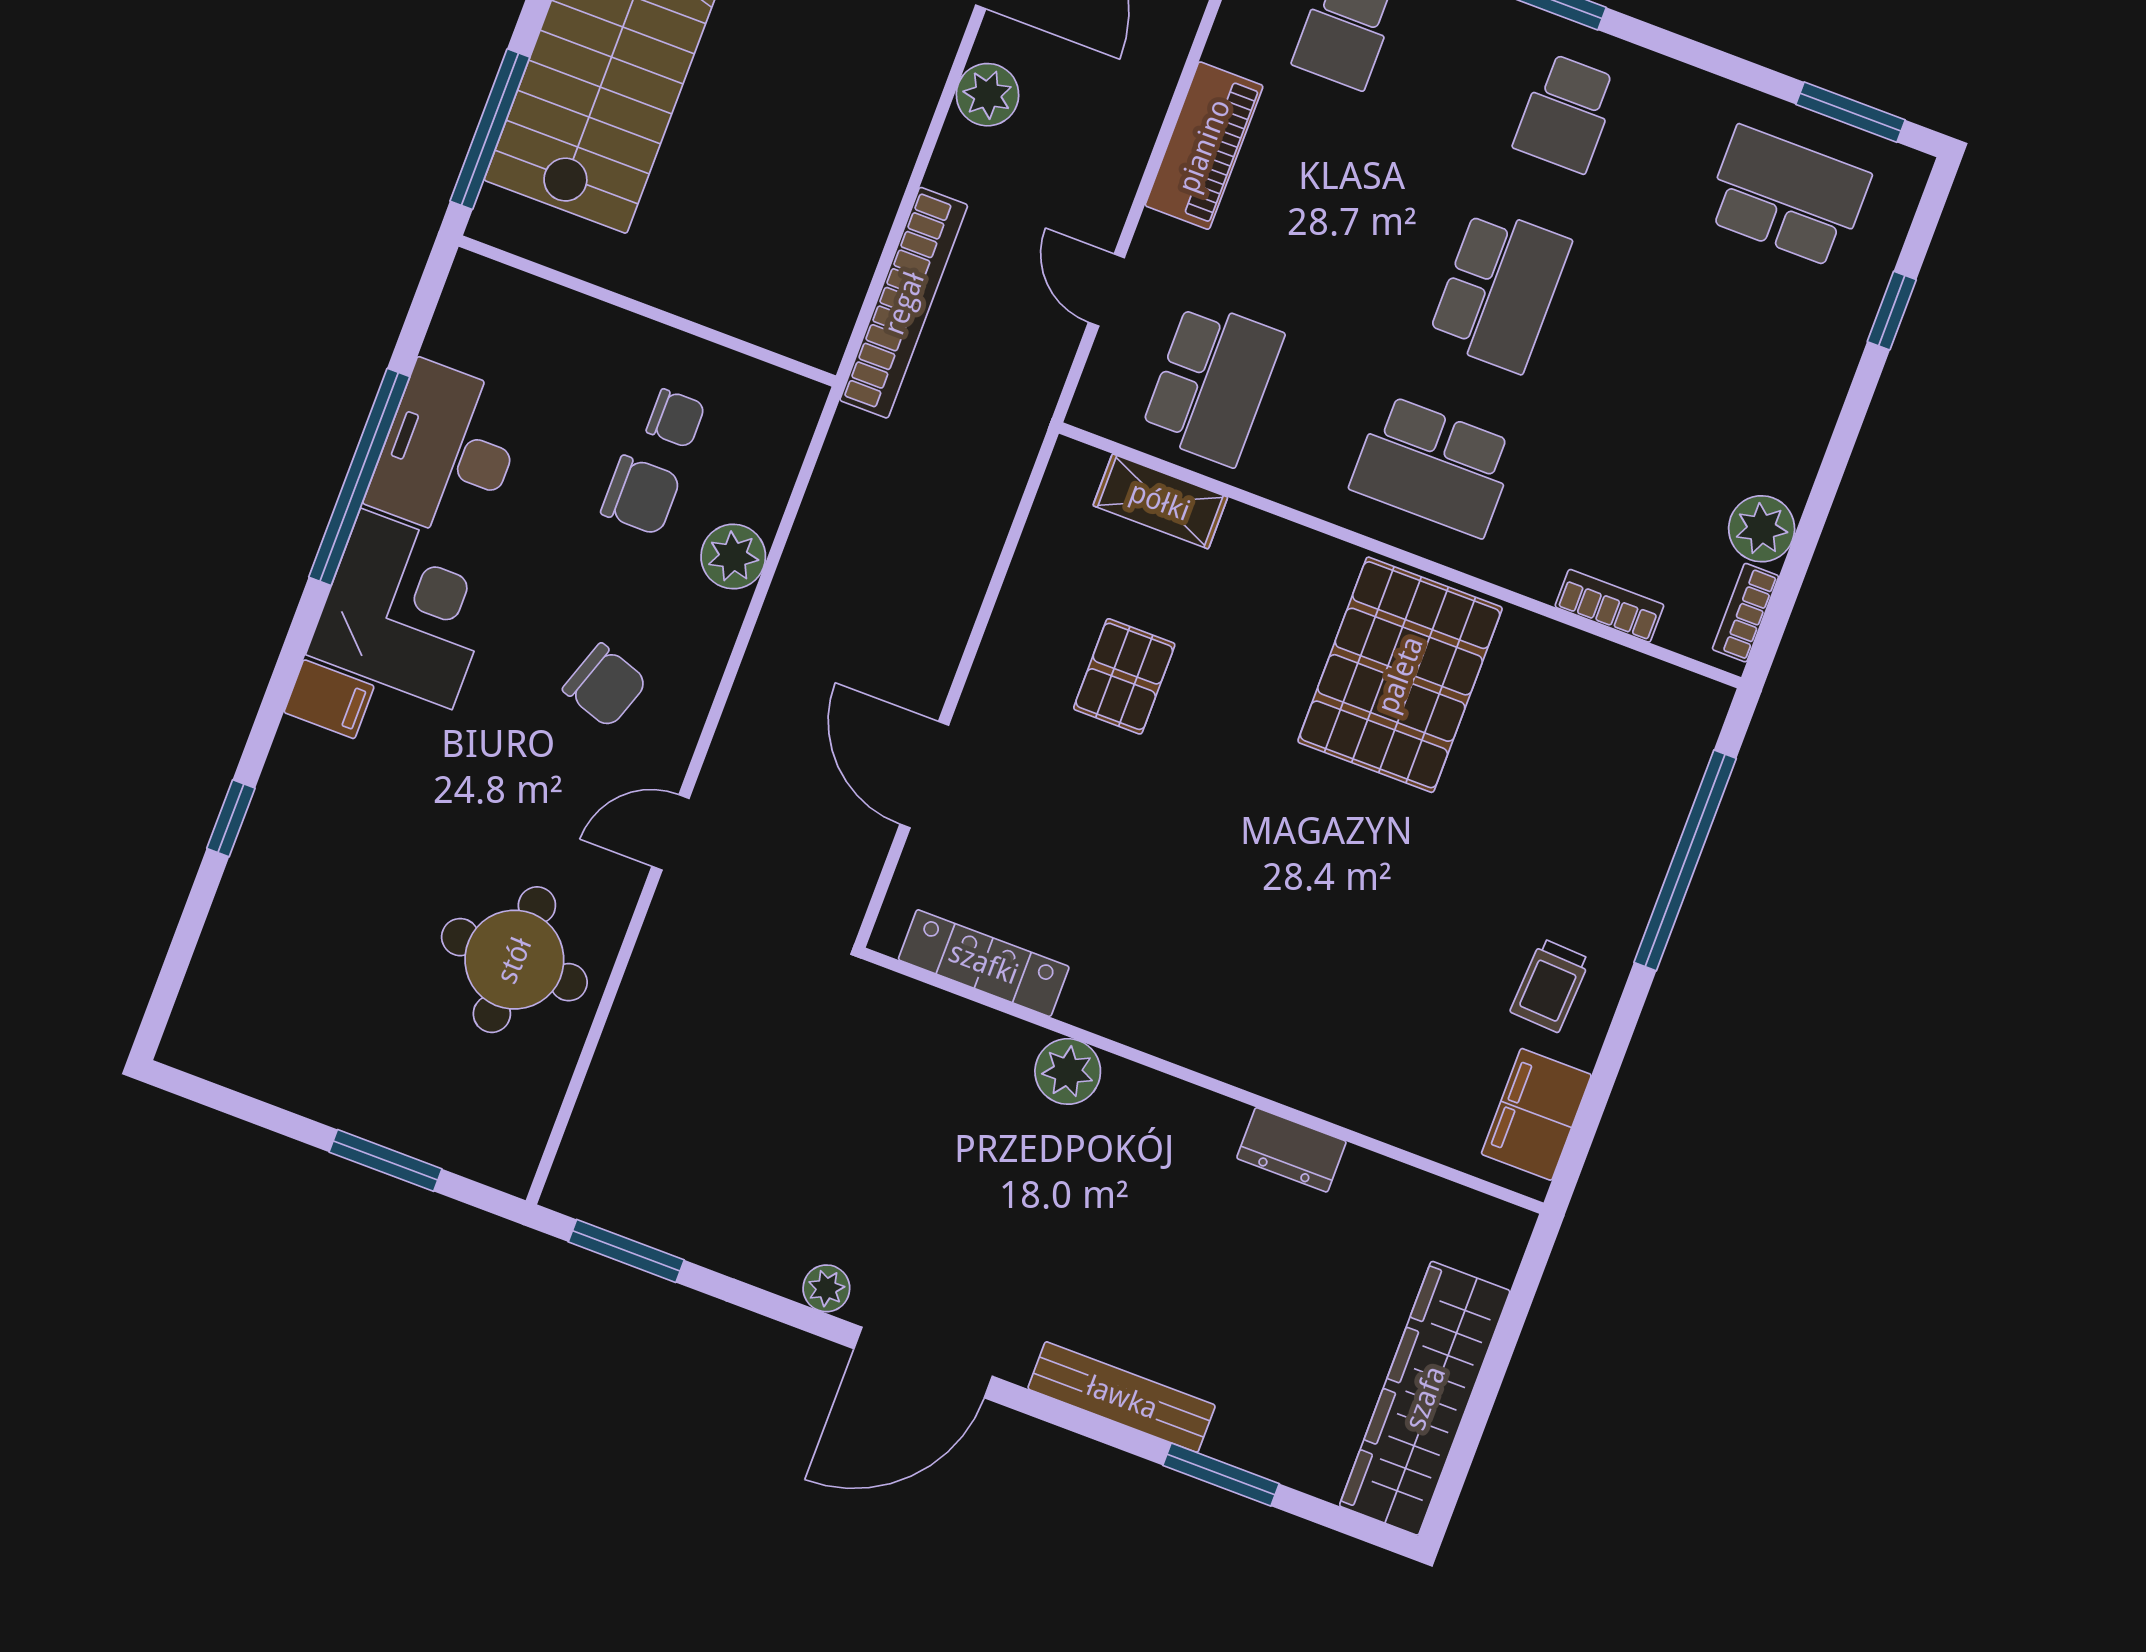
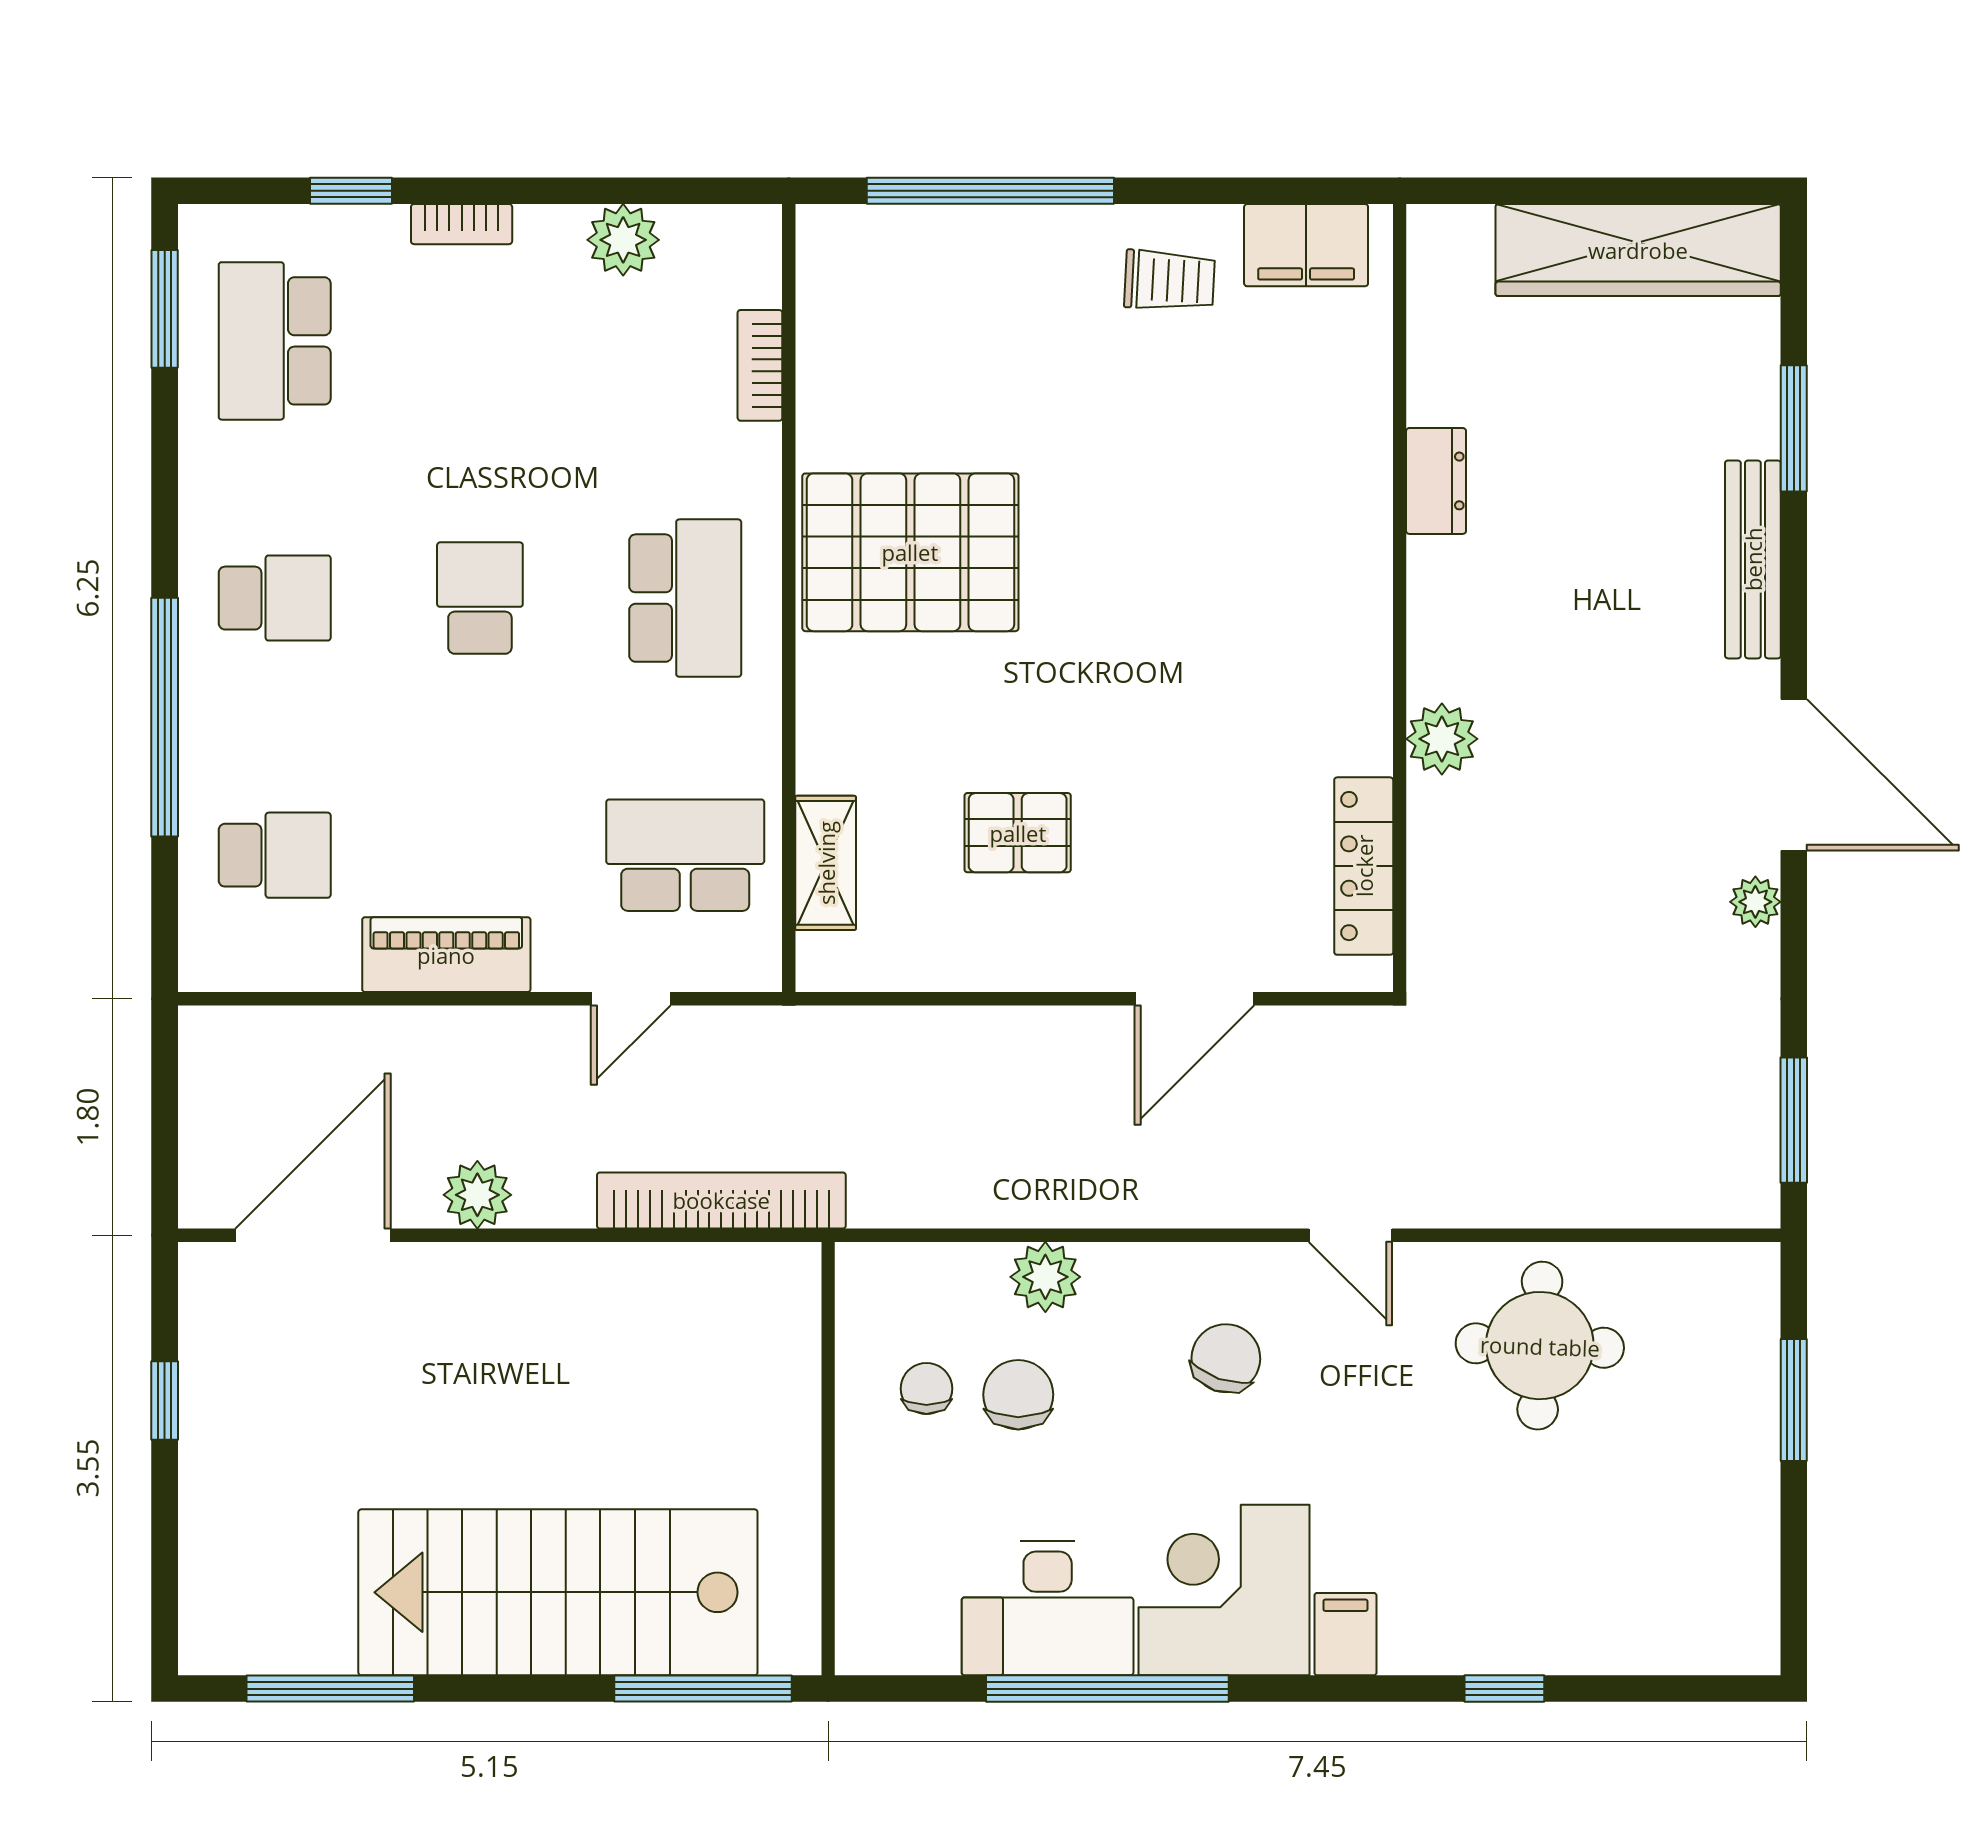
school desk: (1500, 290) -> (480, 598), width x0.54
bookcase: (1746, 613) -> (462, 224), moved

